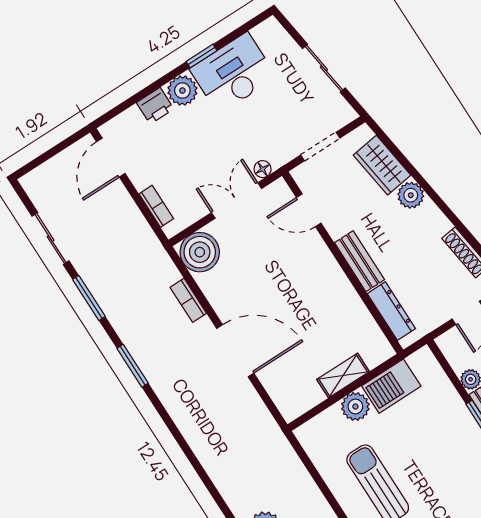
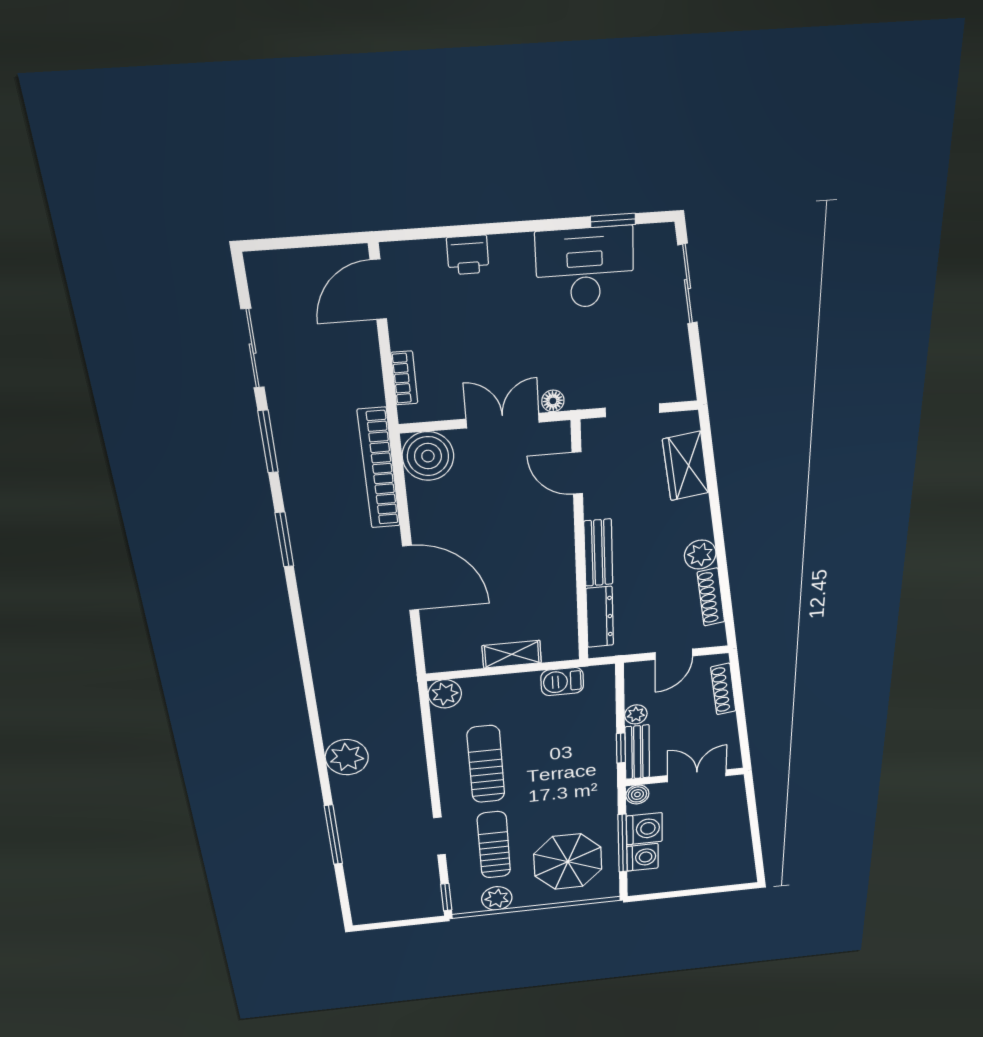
window: (202, 56) -> (613, 220), moved
sliding door: (324, 68) -> (688, 284), moved
plant: (182, 91) -> (512, 255), removed
plant: (411, 195) -> (700, 555), moved
bookcase: (188, 300) -> (379, 469), width x2.31, depth x1.31
barbecue: (391, 386) -> (562, 682), width x0.73, depth x0.79
plant: (355, 406) -> (445, 694), moved

